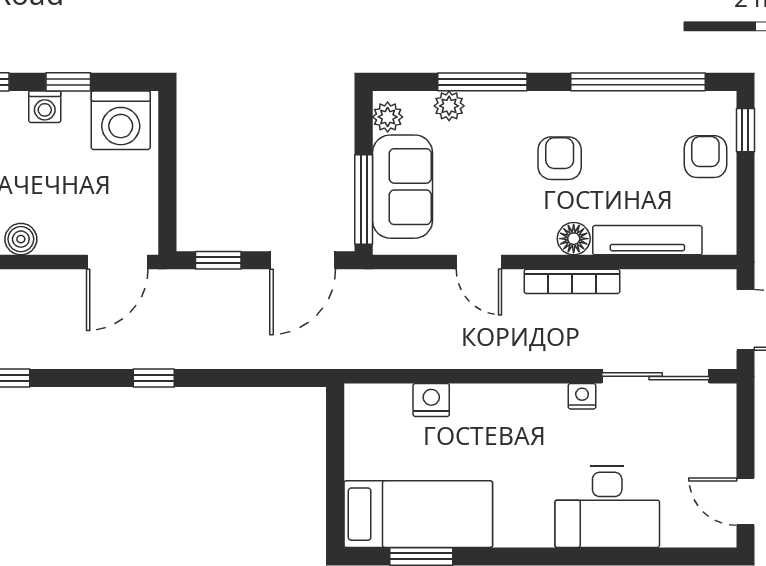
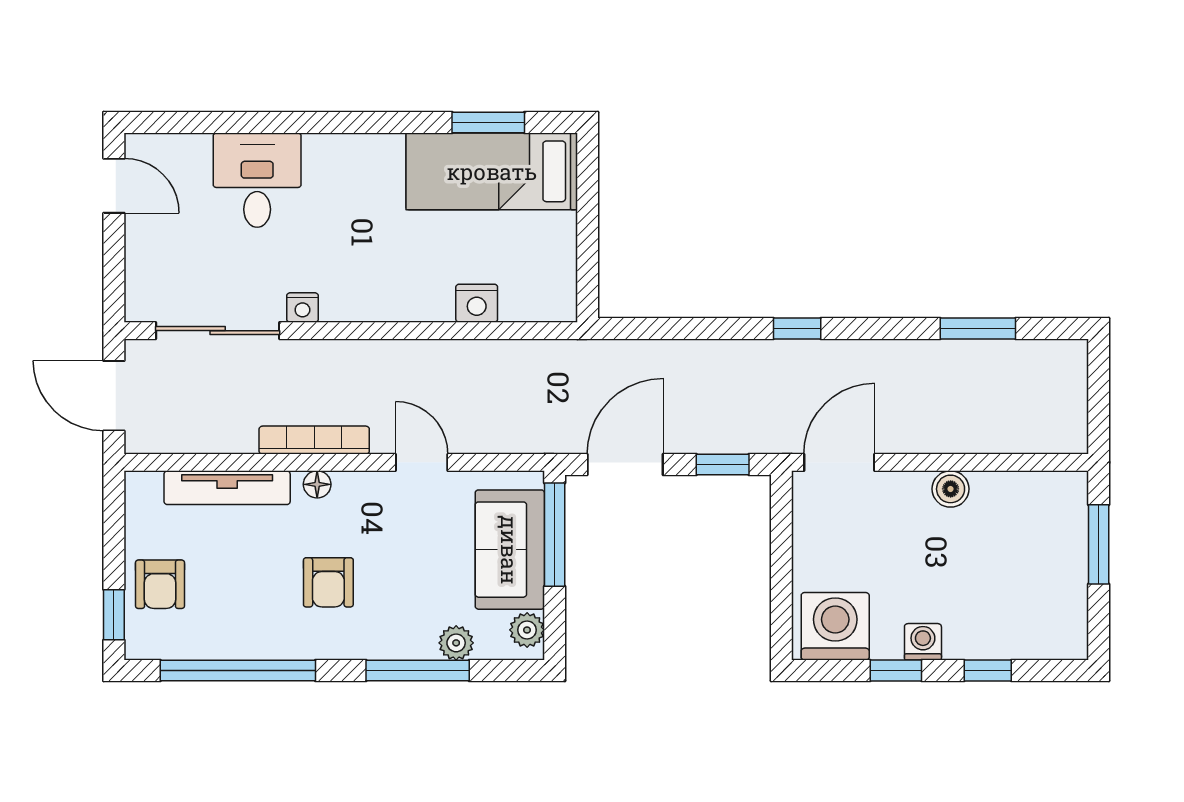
floor lamp: (574, 239) -> (317, 484), width x0.73, depth x0.73
desk: (607, 507) -> (257, 180), width x0.73

